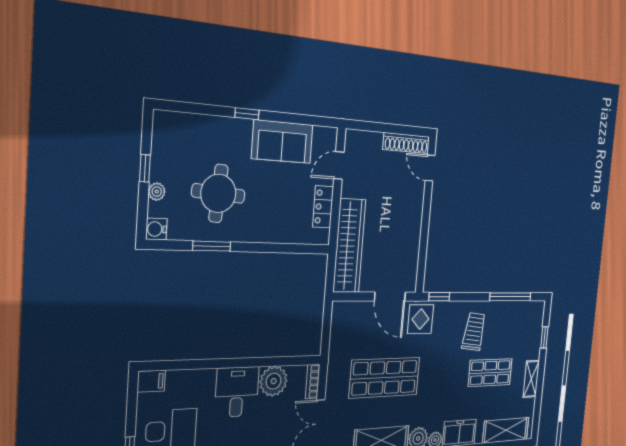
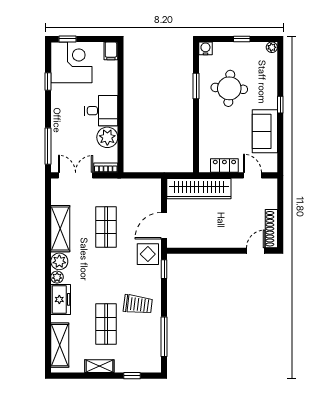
plant: (157, 192) -> (272, 47), moved
shop shelf: (385, 378) -> (106, 227), width x0.70, depth x0.74

